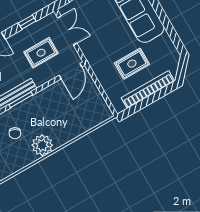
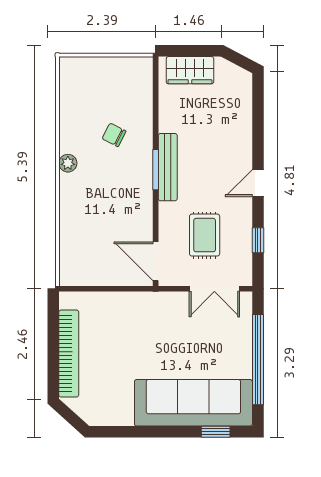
rug: (132, 64) -> (117, 352), removed
plant: (42, 145) -> (68, 163), width x0.53, depth x0.53

